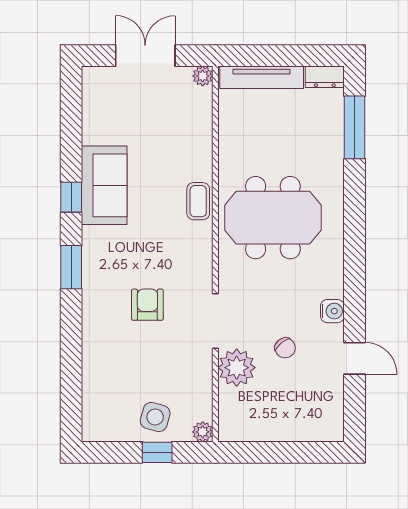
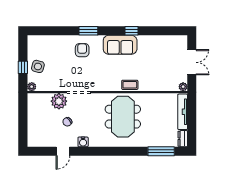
sofa: (104, 185) -> (120, 45), moved
window: (71, 267) -> (88, 31), moved
armchair: (147, 305) -> (82, 50), moved, turned -90

